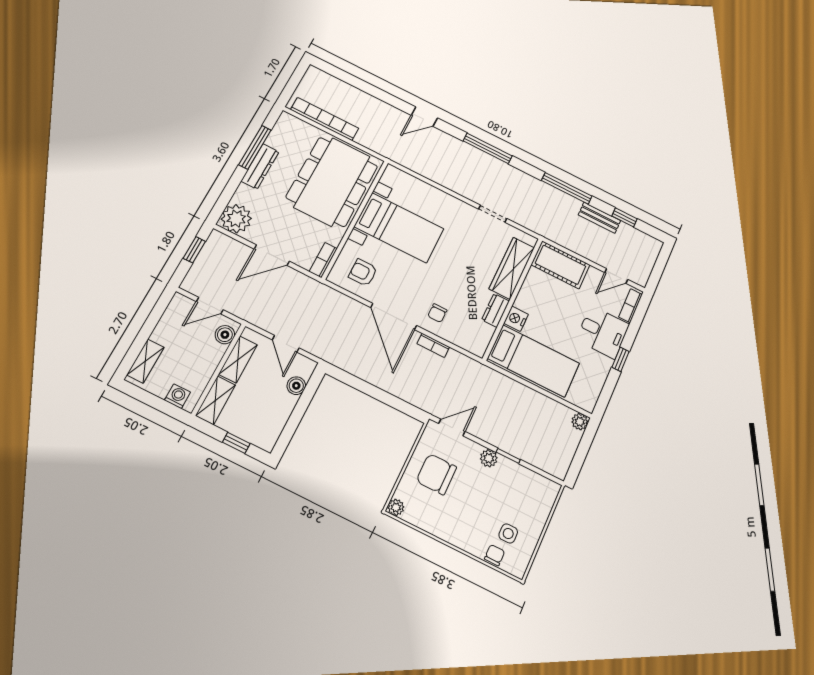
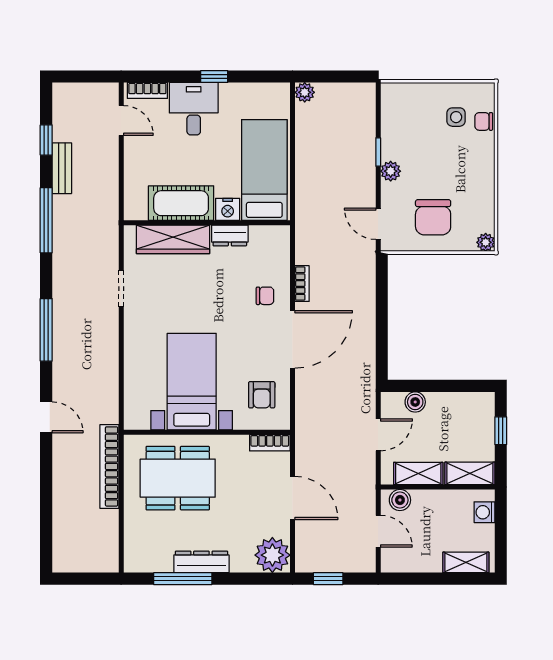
bookcase: (325, 119) -> (109, 466), moved
dining table: (332, 182) -> (178, 478), width x0.73, depth x0.80
cot: (560, 265) -> (181, 203), moved, turned 90

